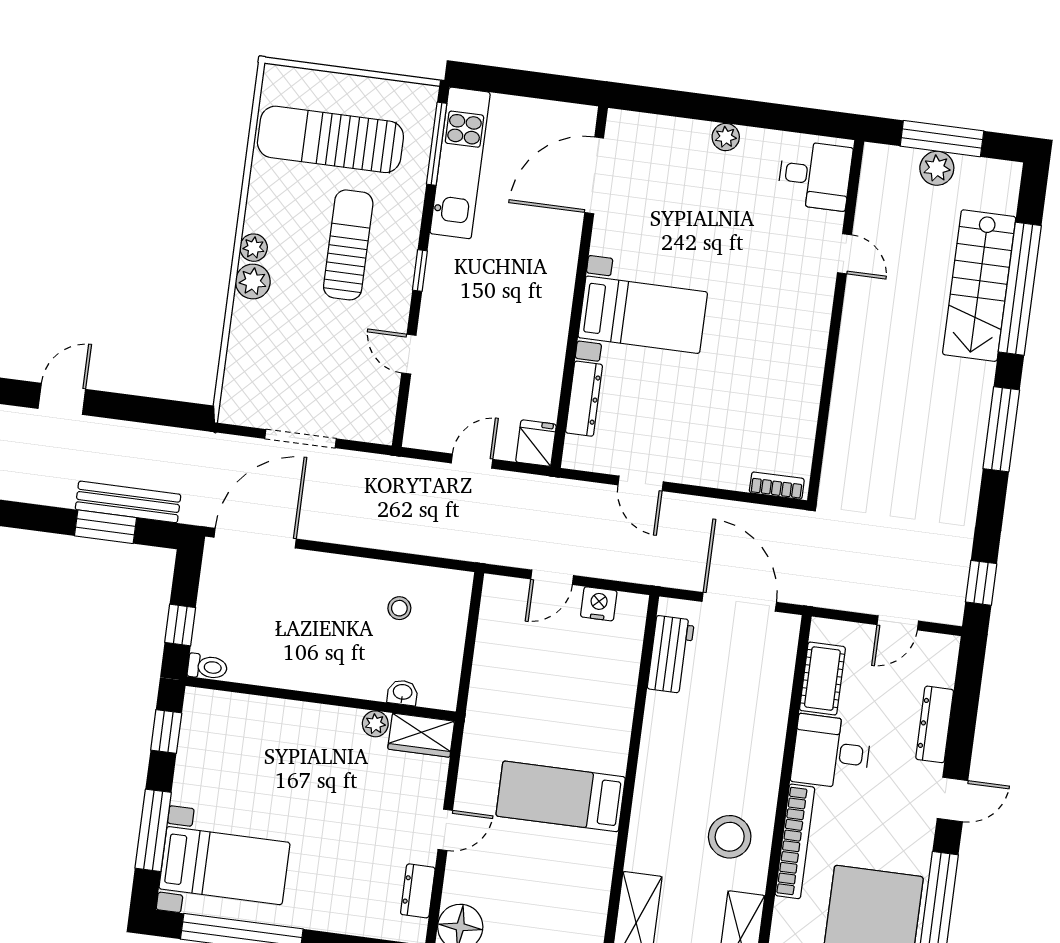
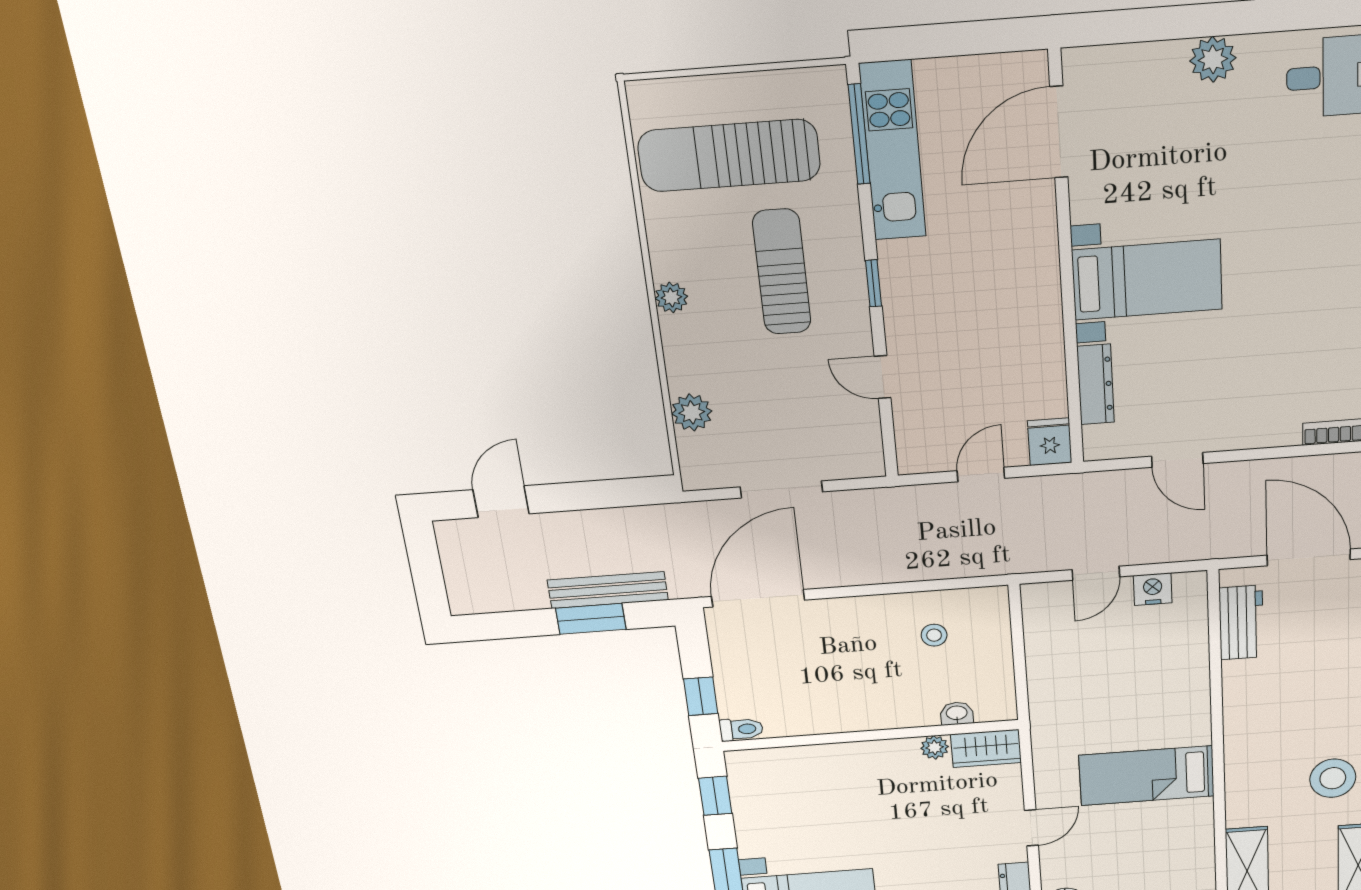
plant: (726, 137) -> (1213, 59), width x1.38, depth x1.38
plant: (253, 281) -> (692, 412), moved

